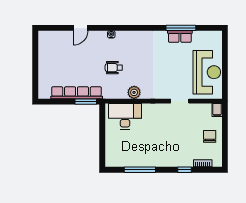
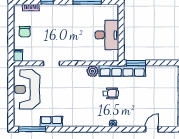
door: (81, 28) -> (152, 129), moved
window: (181, 28) -> (32, 129), moved
row of seats: (77, 93) -> (122, 71), moved
desk: (125, 116) -> (107, 35), moved, turned -90

